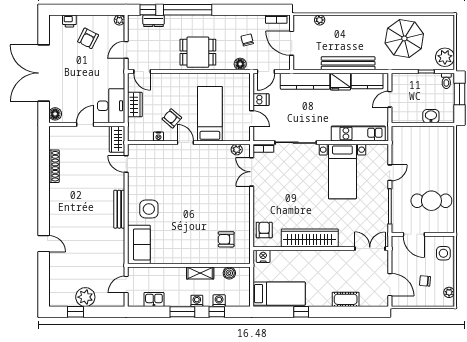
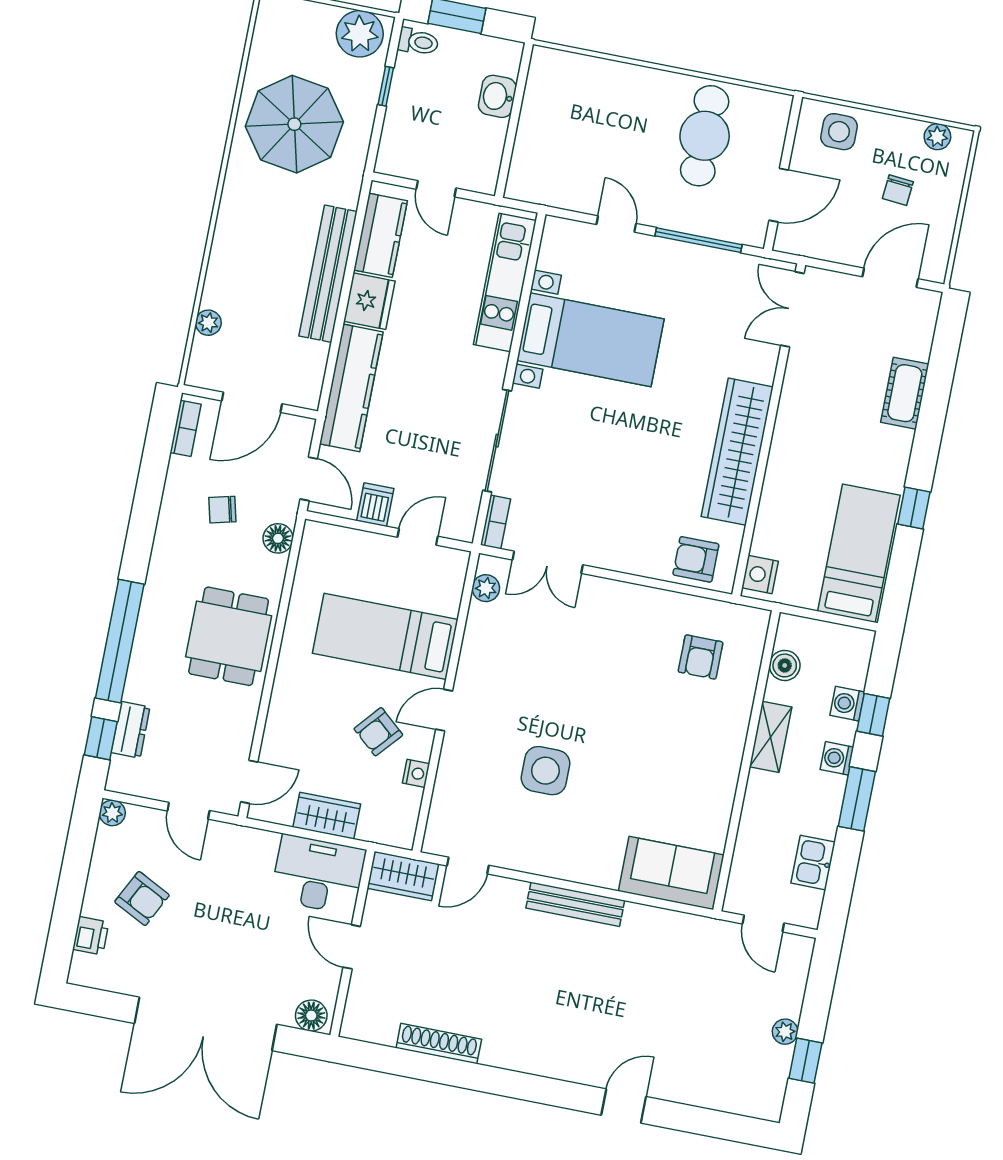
side table: (149, 209) -> (545, 771), moved
plant: (85, 297) -> (785, 1032), width x0.53, depth x0.53

